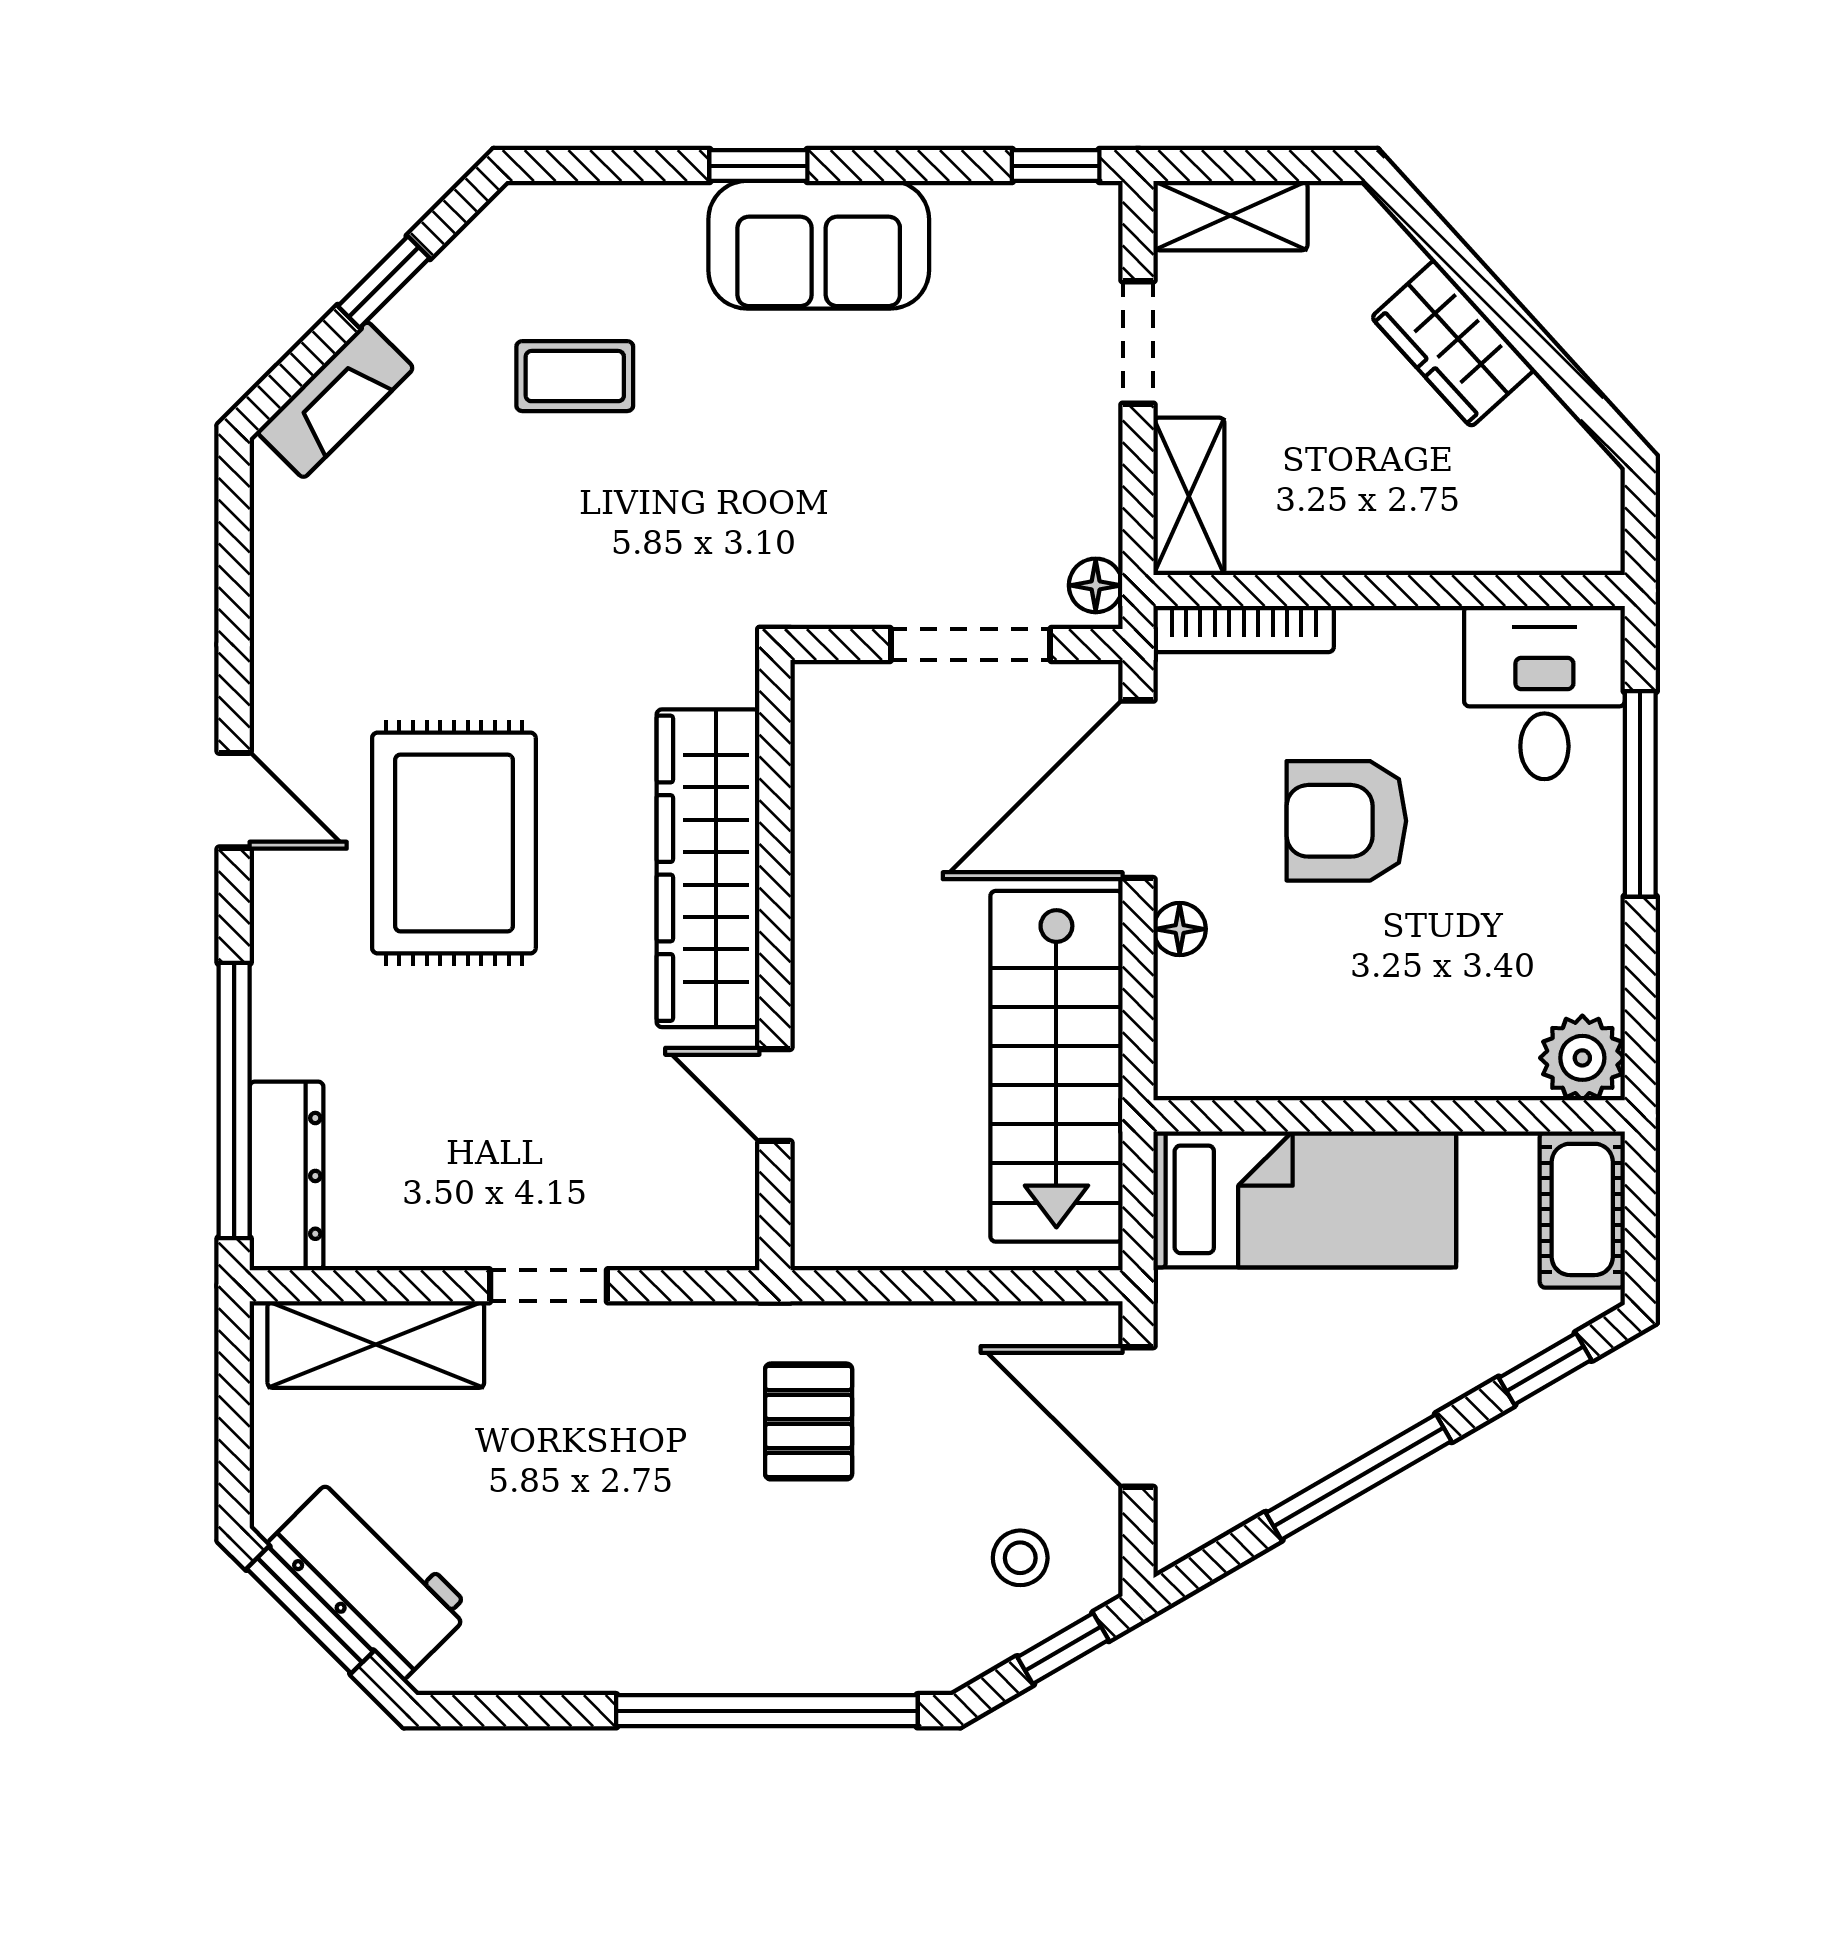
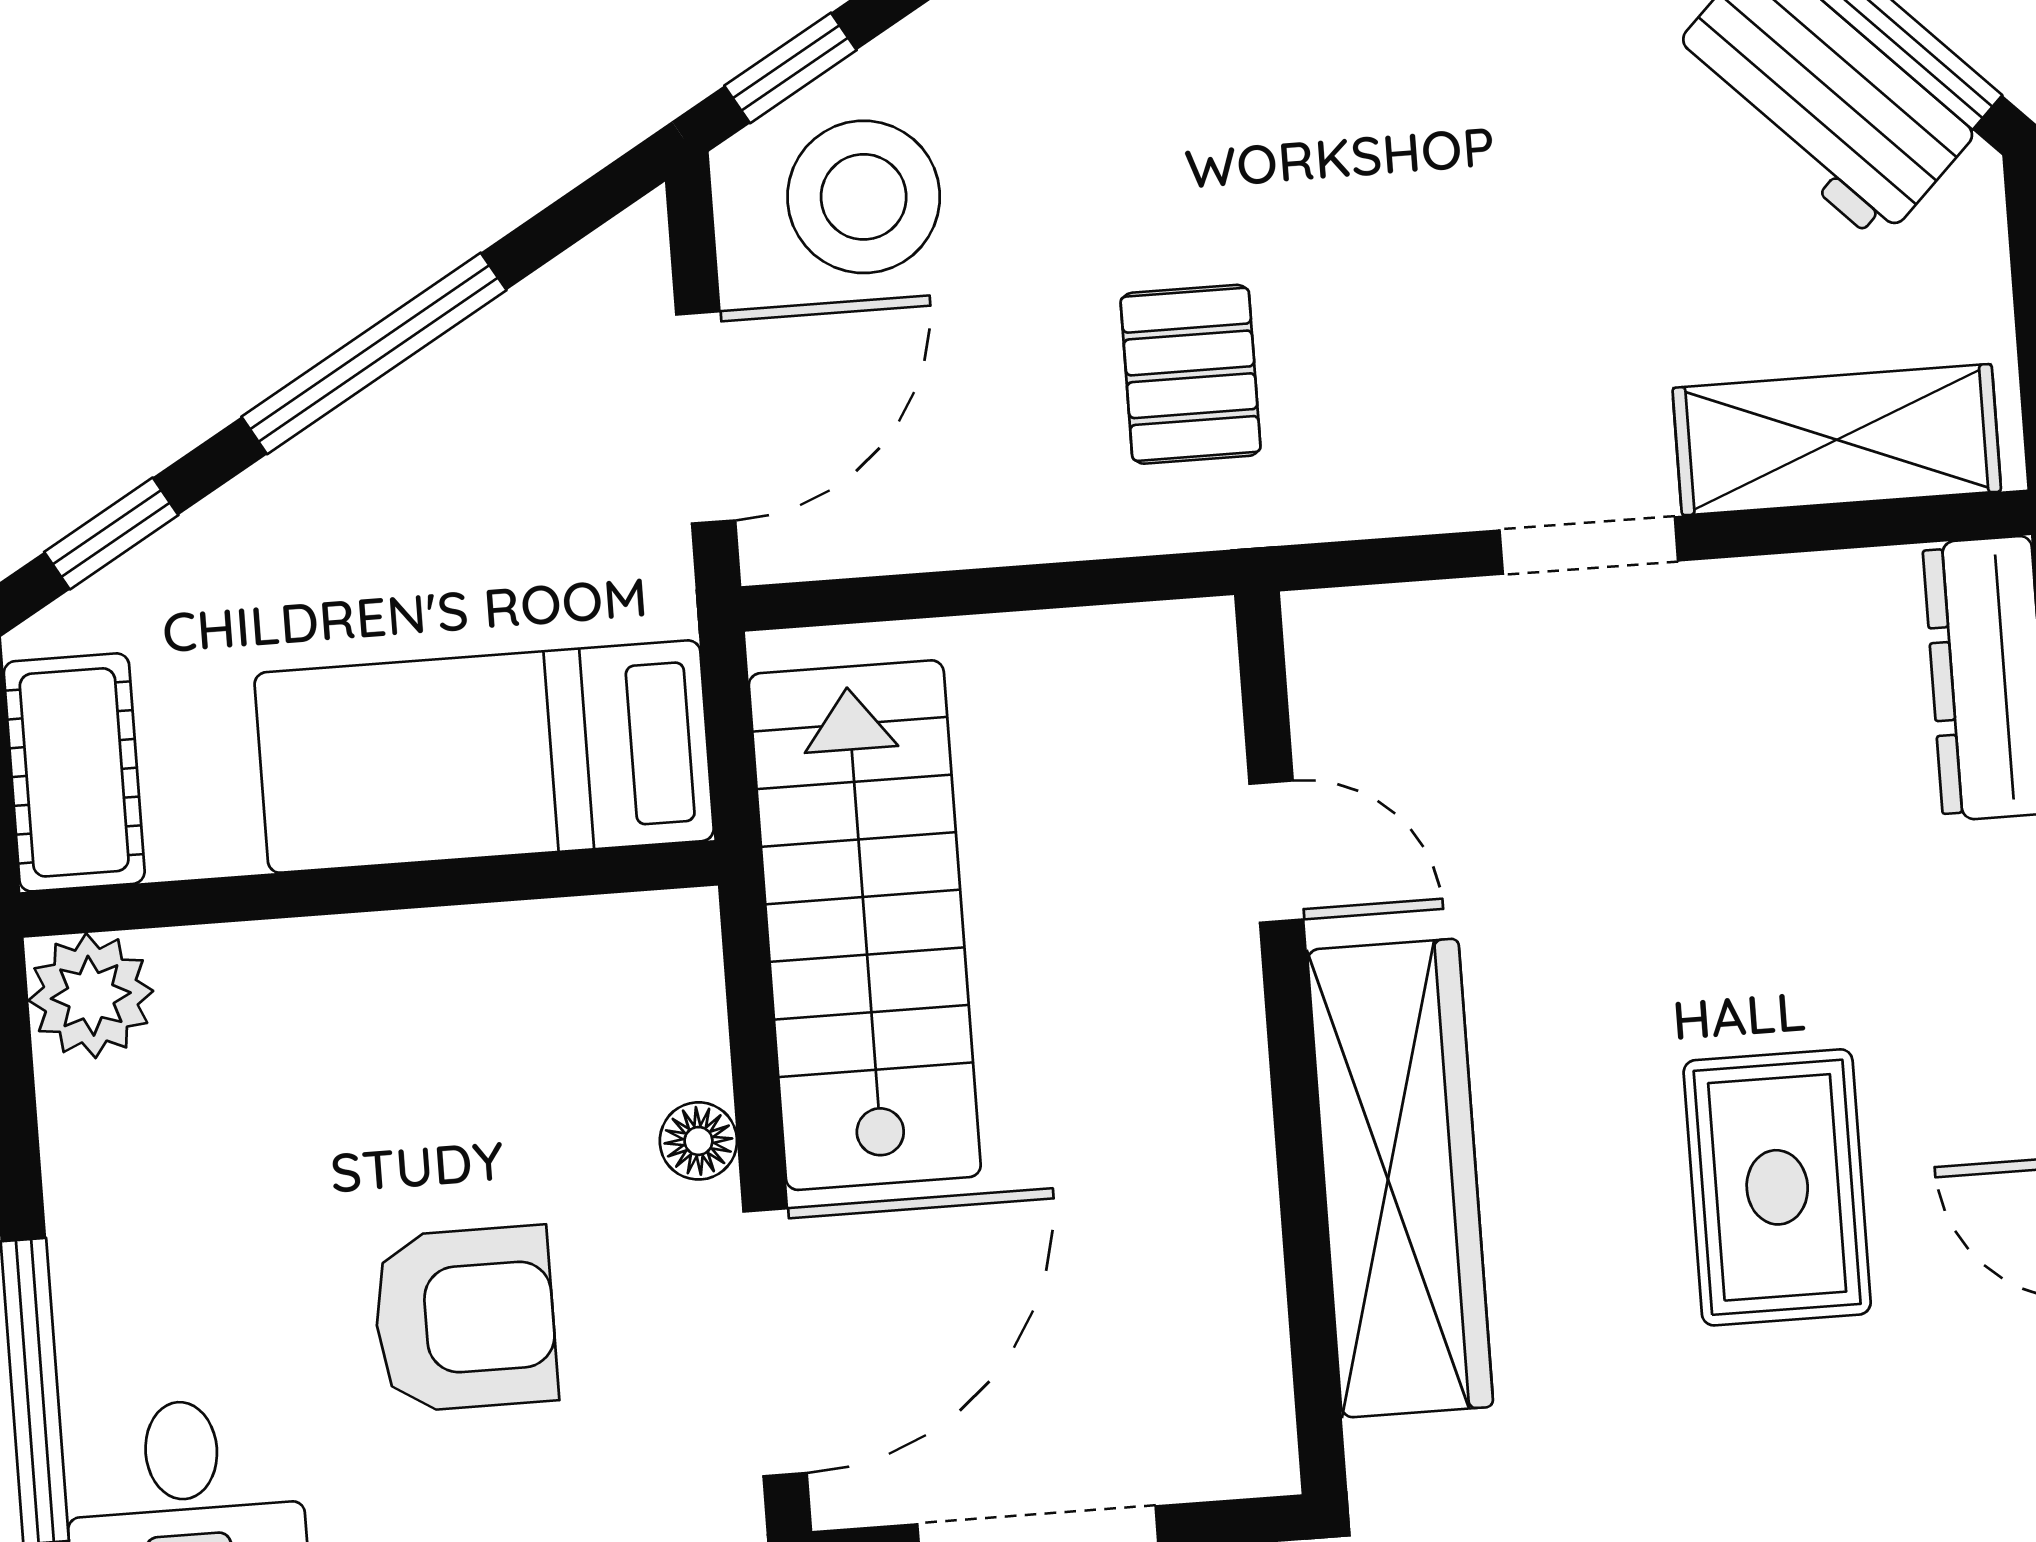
rug: (454, 843) -> (1777, 1187), width x0.73, depth x0.70
door: (1138, 1417) -> (706, 417), hinge flipped
stool: (1020, 1558) -> (864, 197), width x1.89, depth x1.89

